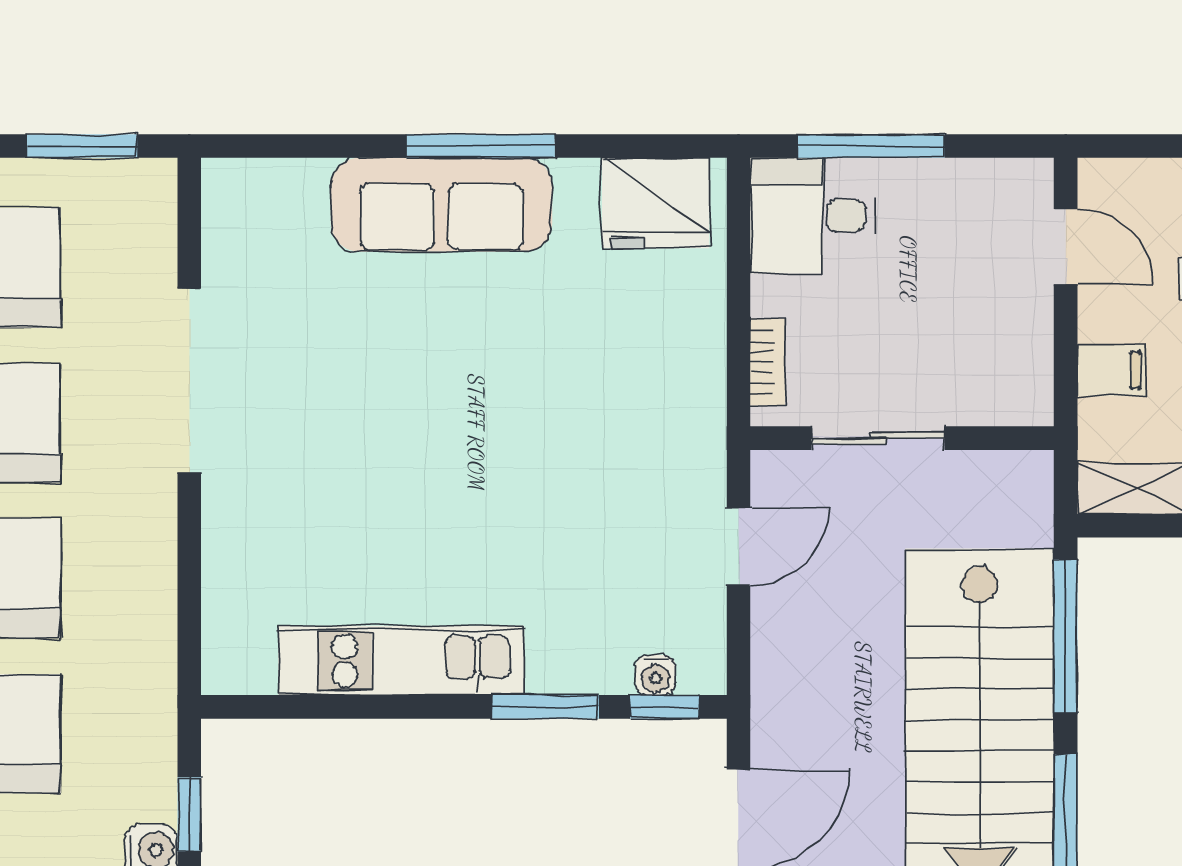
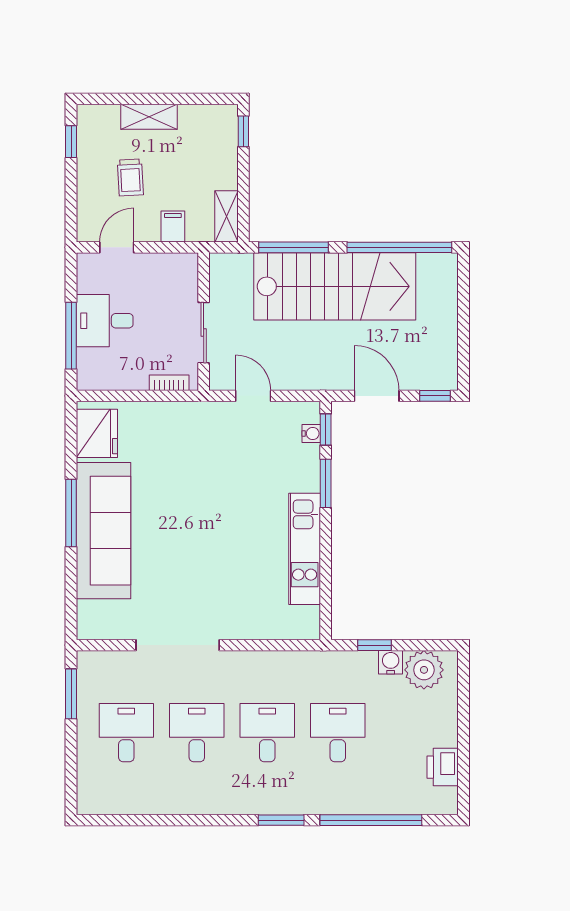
sofa: (442, 205) -> (103, 531), width x1.36, depth x1.27
desk: (813, 216) -> (105, 321), moved, turned 90

